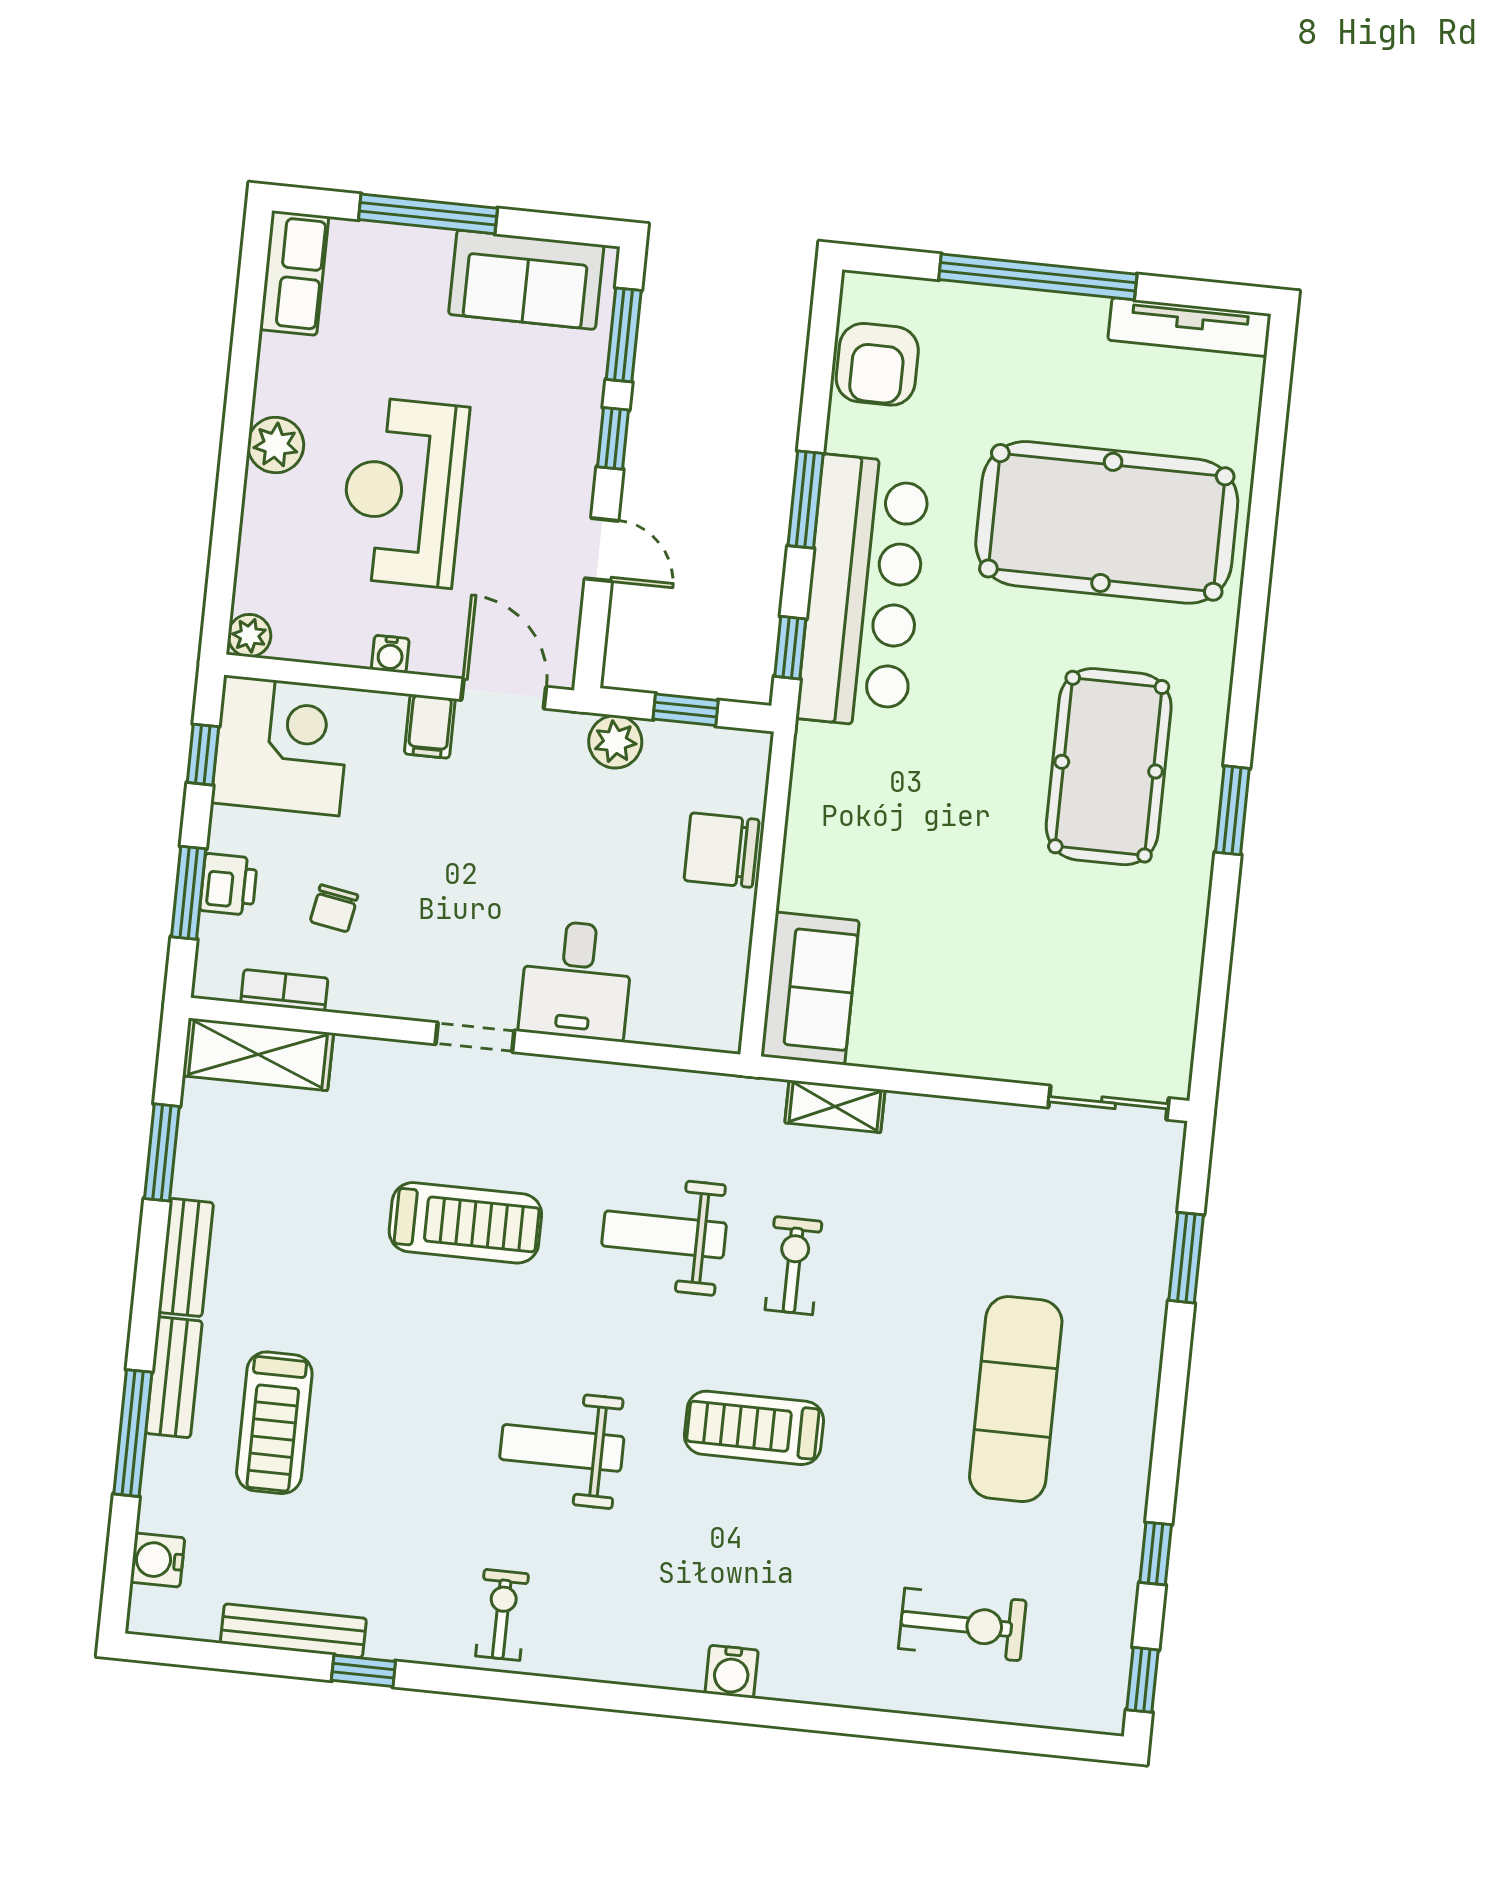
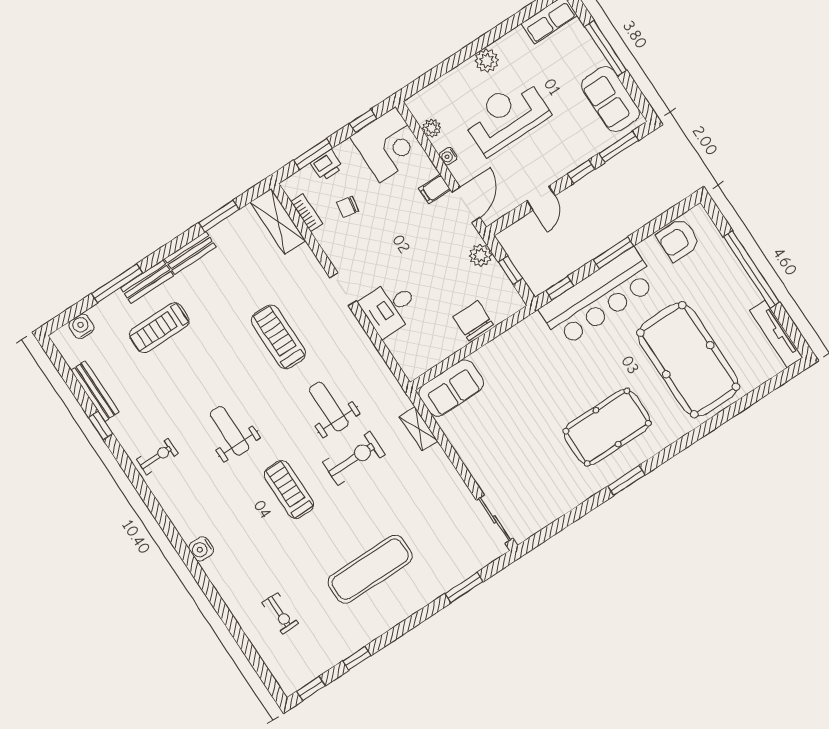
plant: (249, 636) -> (432, 128), moved
treadmill: (465, 1223) -> (278, 337), turned 180
exercise bike: (793, 1266) -> (354, 458), width x1.38, depth x1.39
exercise bike: (962, 1624) -> (280, 613), width x0.73, depth x0.72

